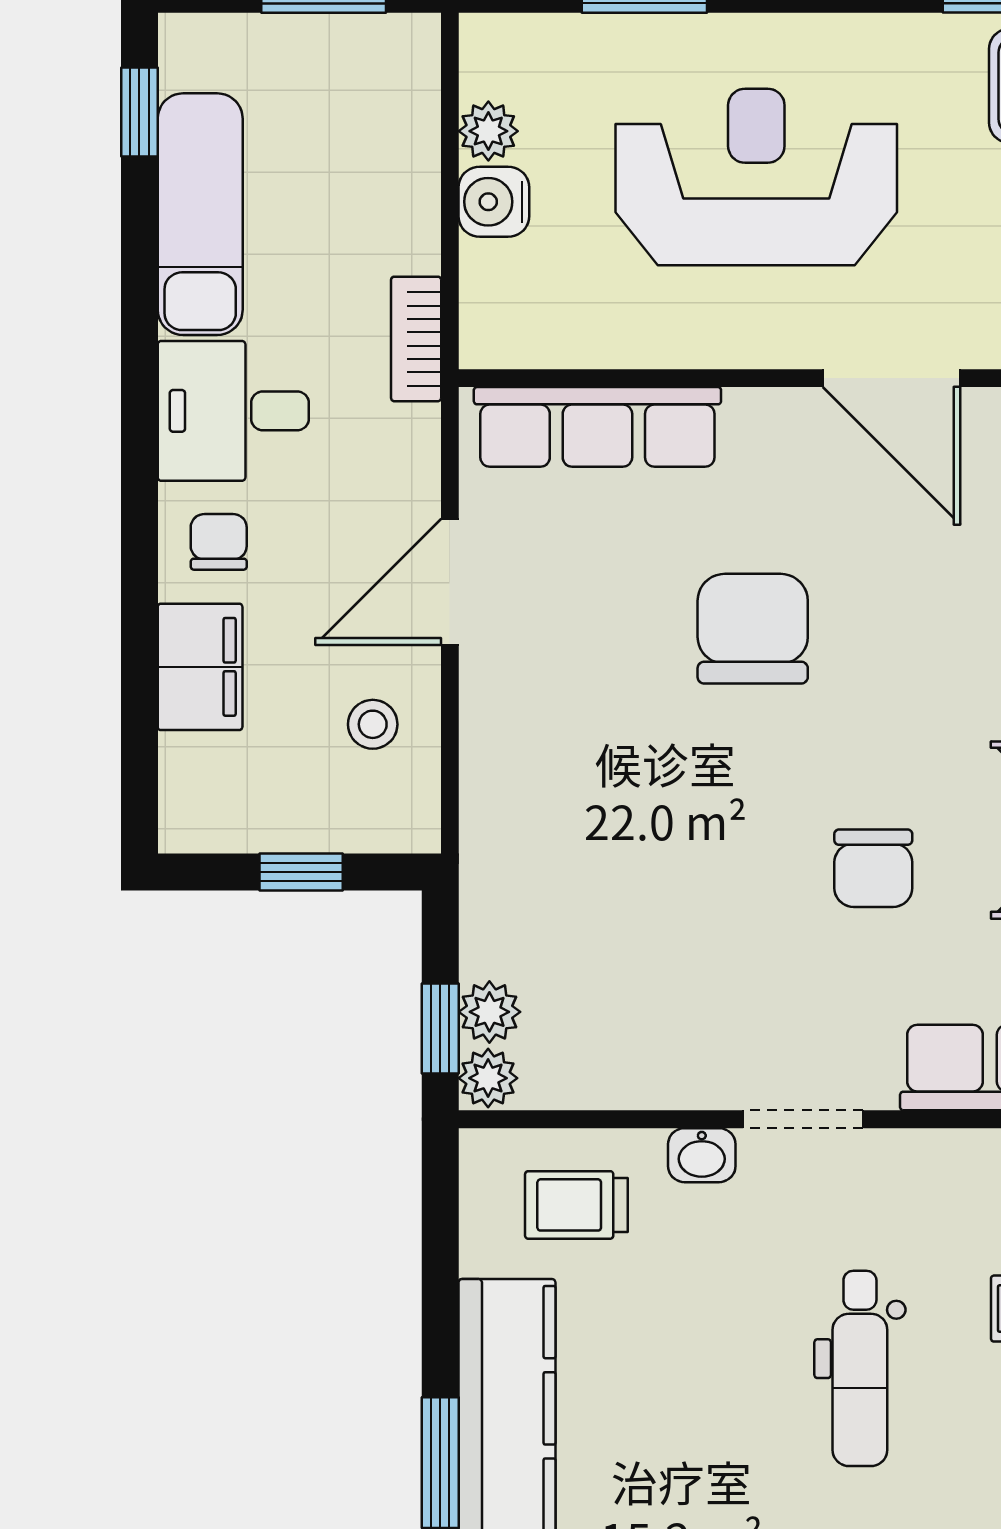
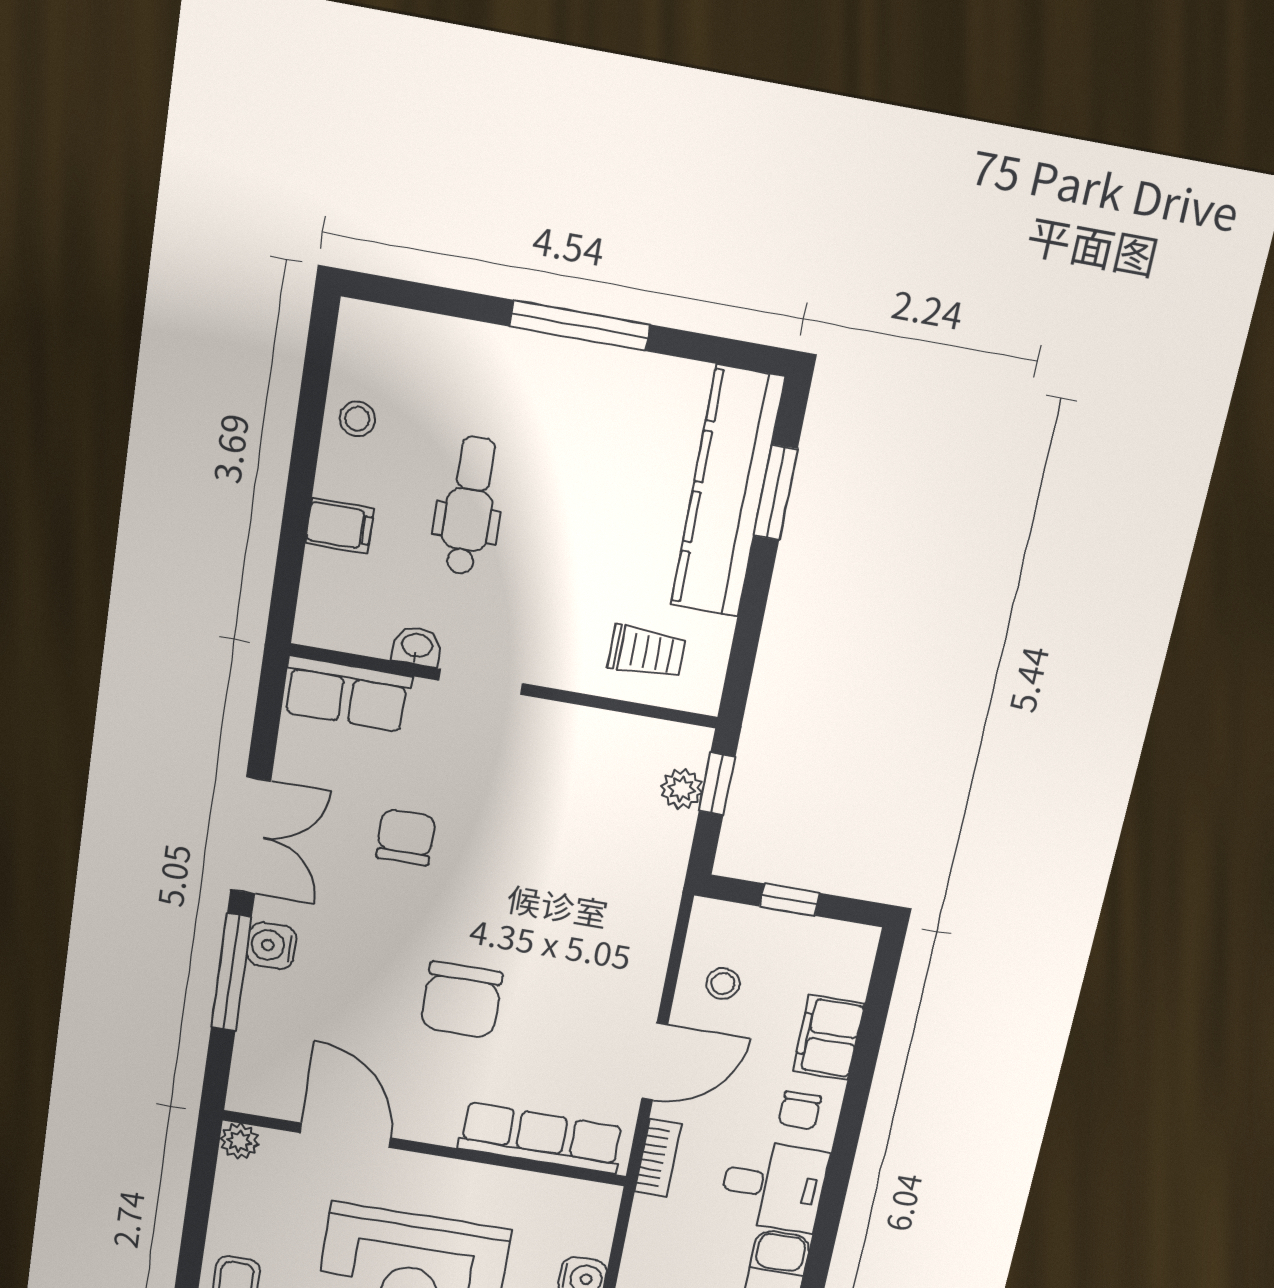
bookcase: (416, 339) -> (658, 1158), moved
plant: (488, 1078) -> (691, 746), removed
washbasin: (702, 1155) -> (417, 646), moved

